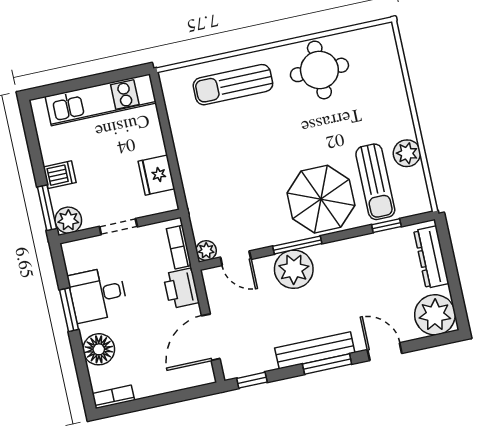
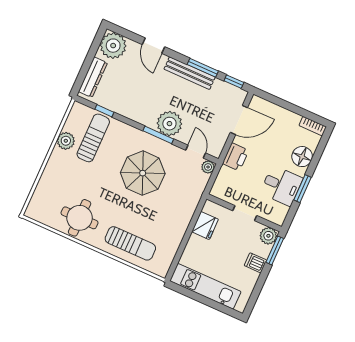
parasol: (321, 199) -> (143, 173), moved
bookcase: (179, 247) -> (221, 179), removed
window: (327, 364) -> (203, 68), moved

